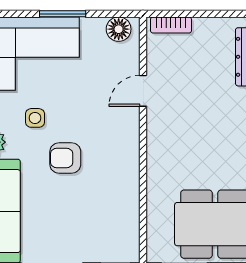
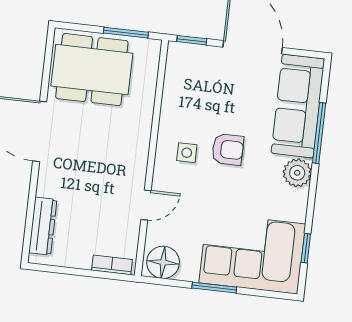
floor lamp: (119, 29) -> (163, 262), width x1.38, depth x1.38
side table: (35, 118) -> (187, 153), moved

